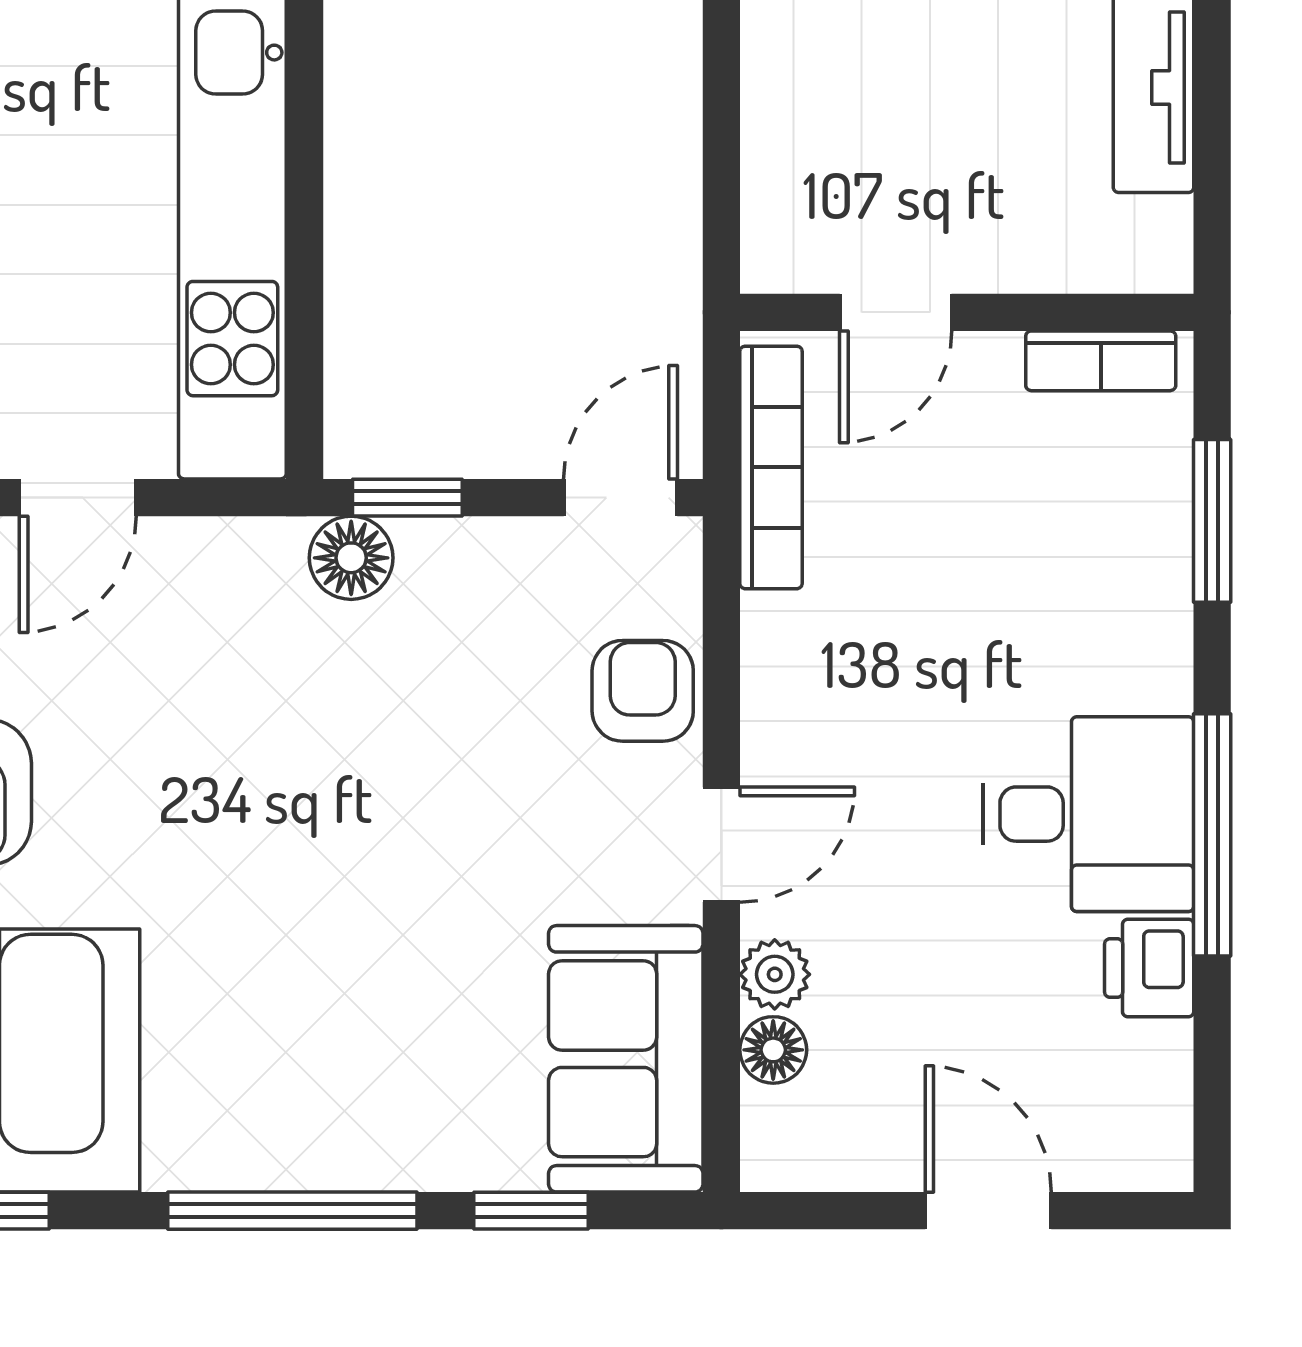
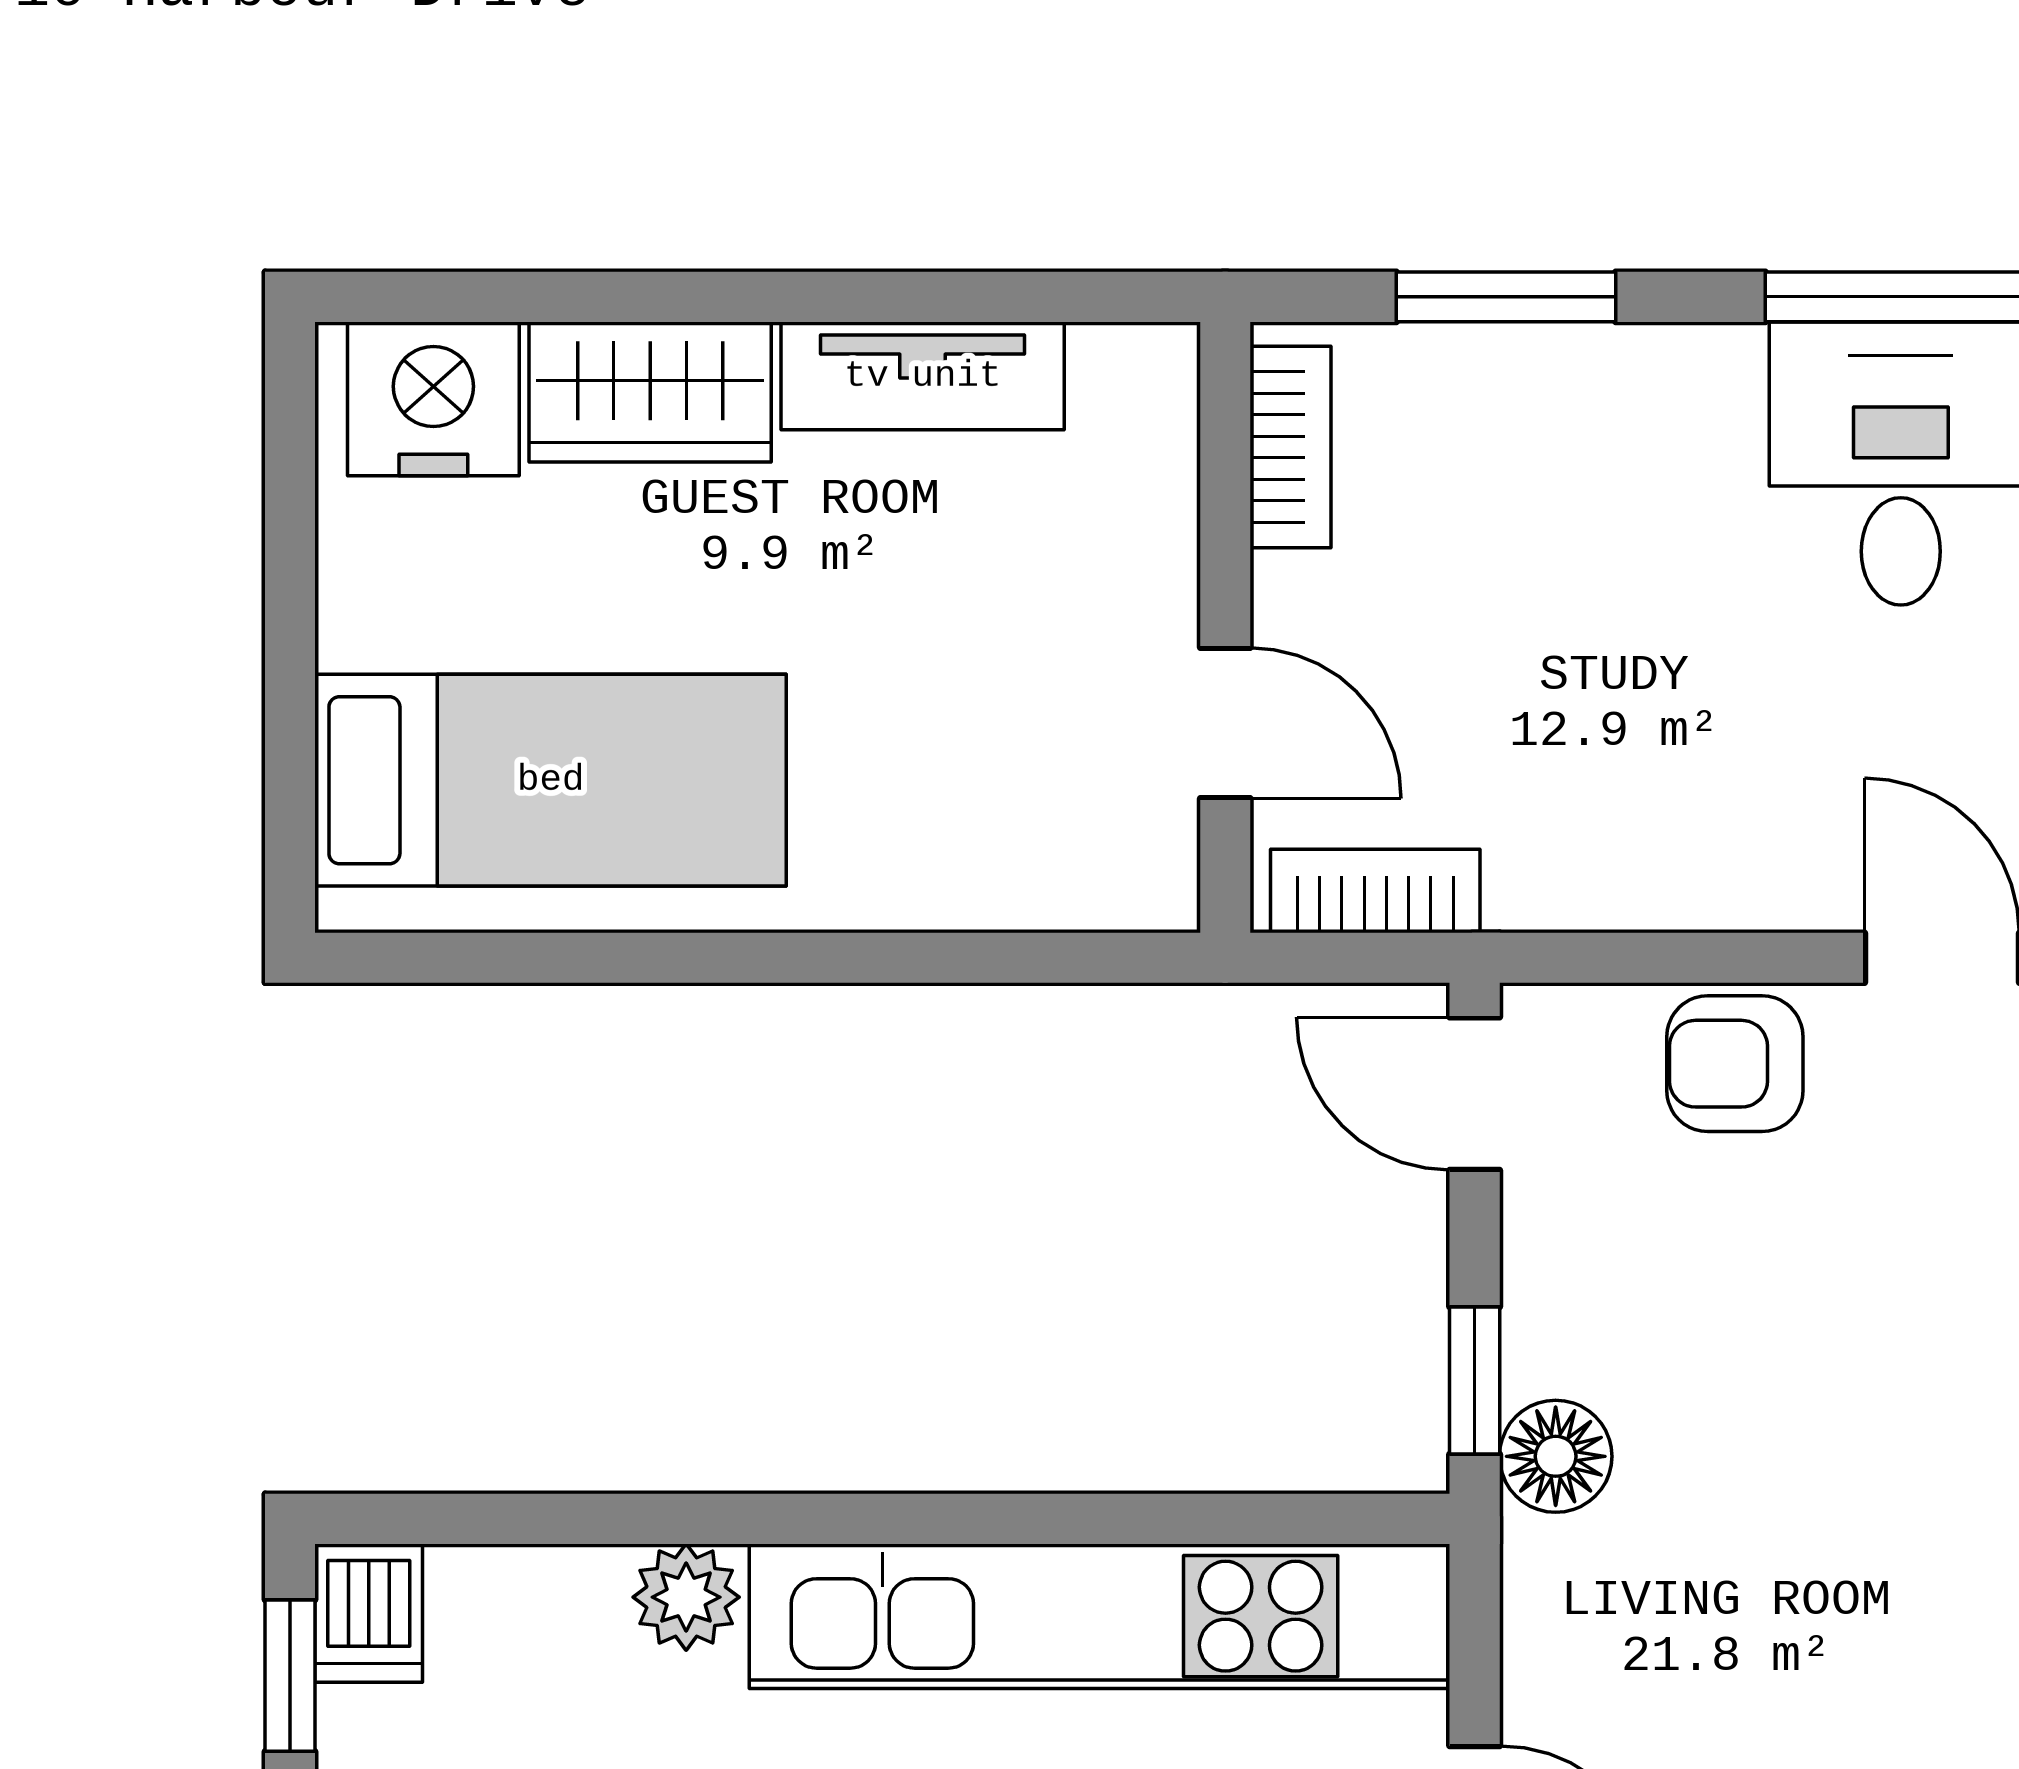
bookcase: (771, 467) -> (1375, 891), width x0.64

